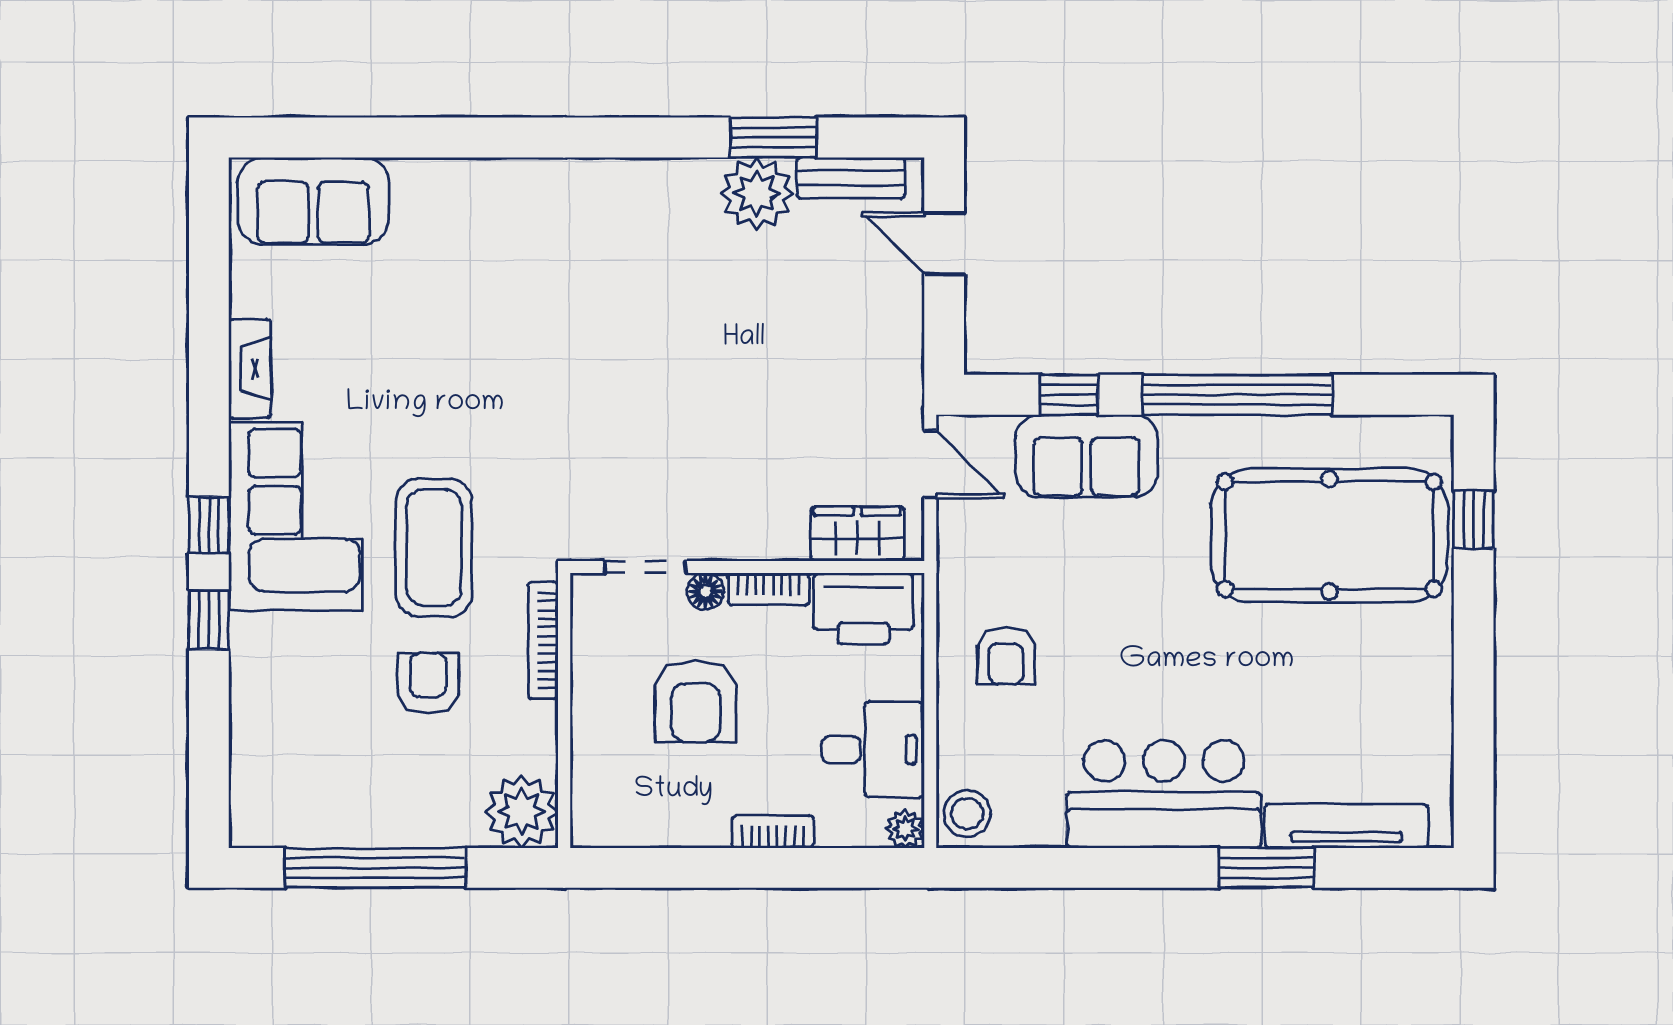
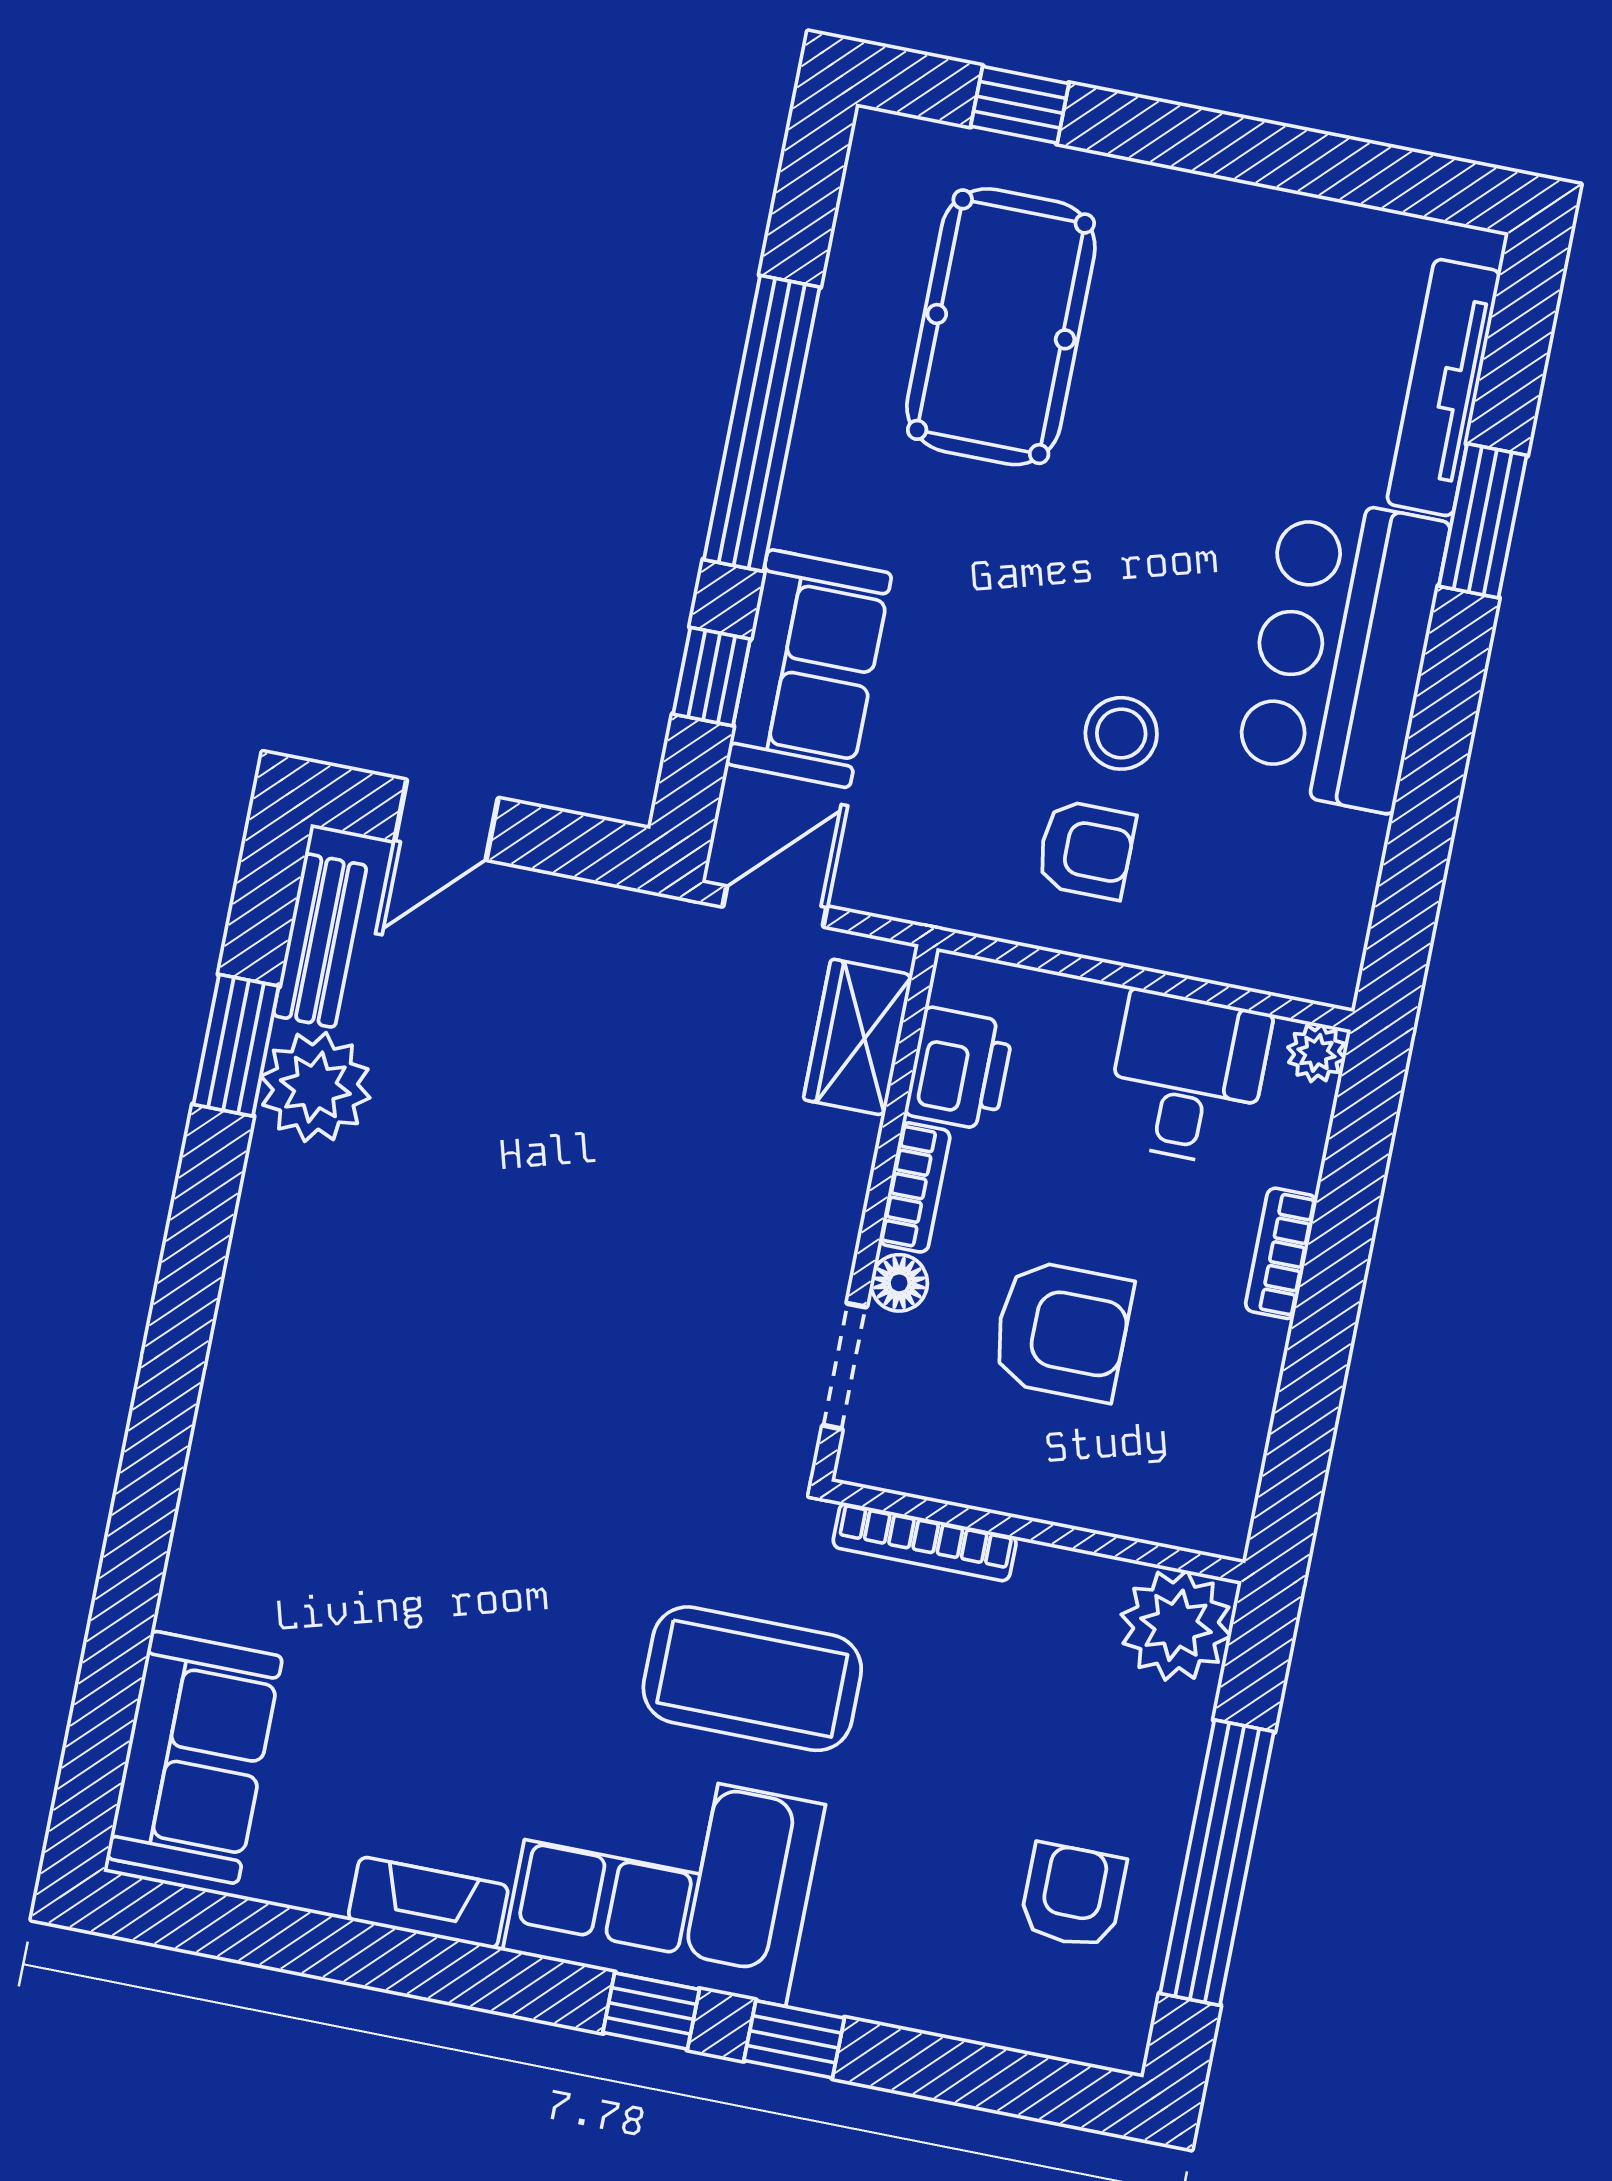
pool table: (1329, 535) -> (1001, 327), width x0.73, depth x0.76
printer: (863, 609) -> (959, 1069), width x0.73, depth x0.84
armchair: (428, 683) -> (1073, 1896), moved, turned 90
stool: (967, 814) -> (1121, 733), moved

